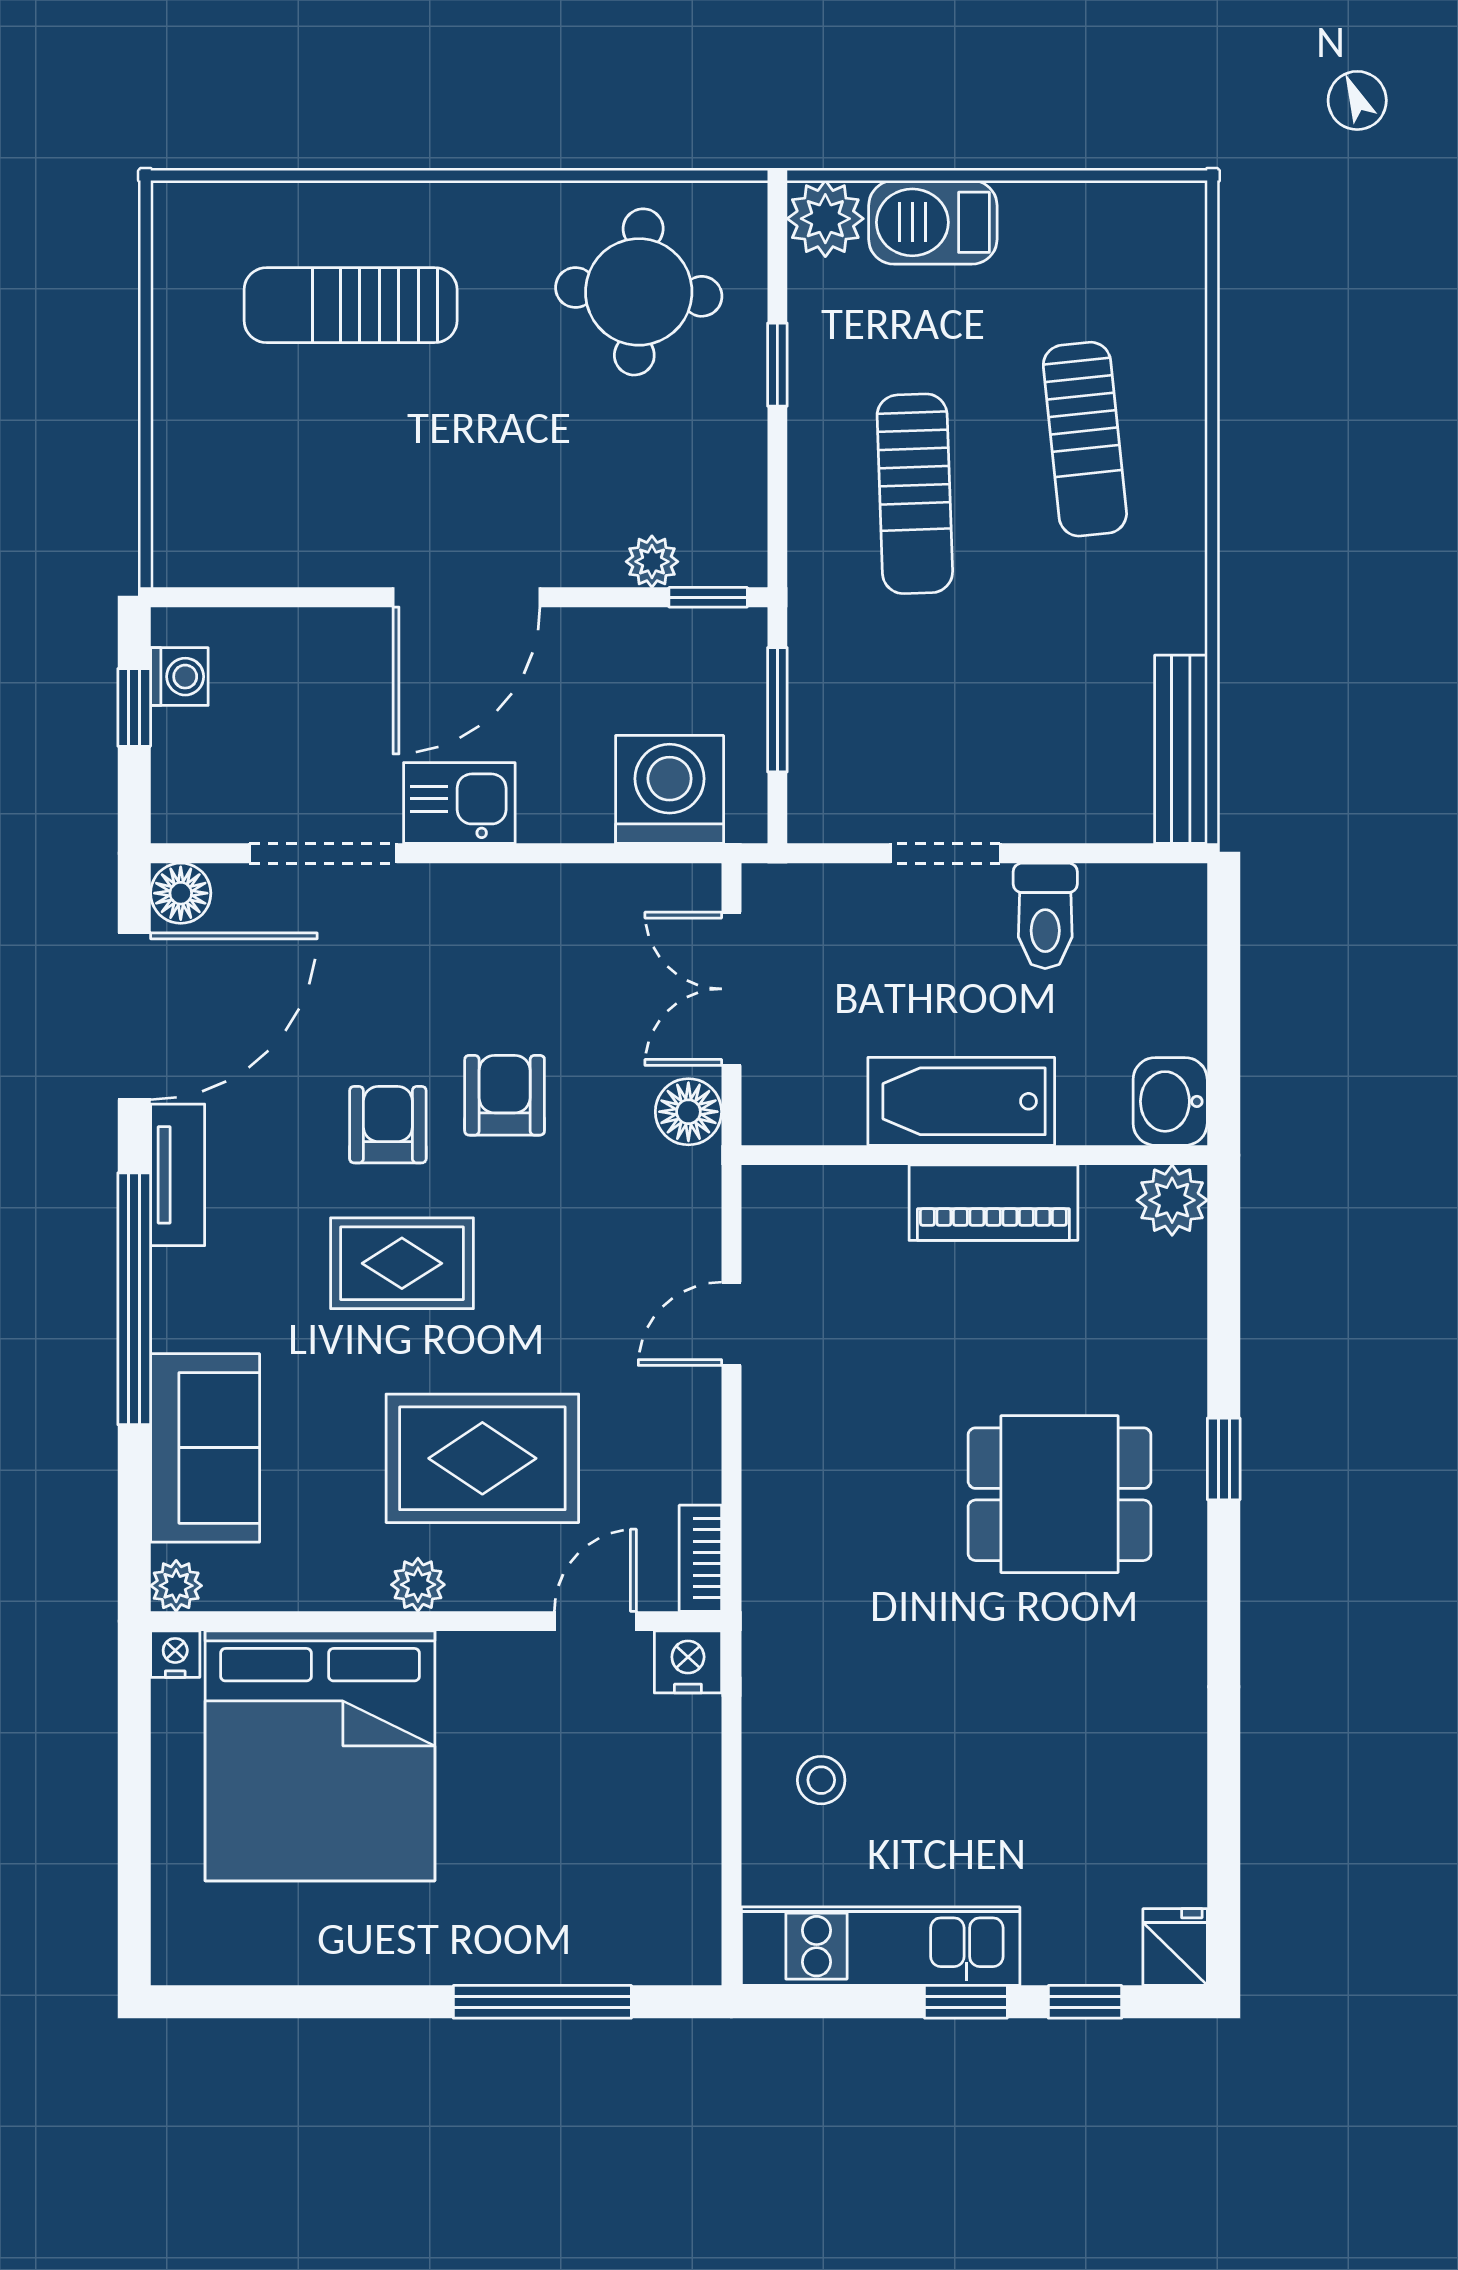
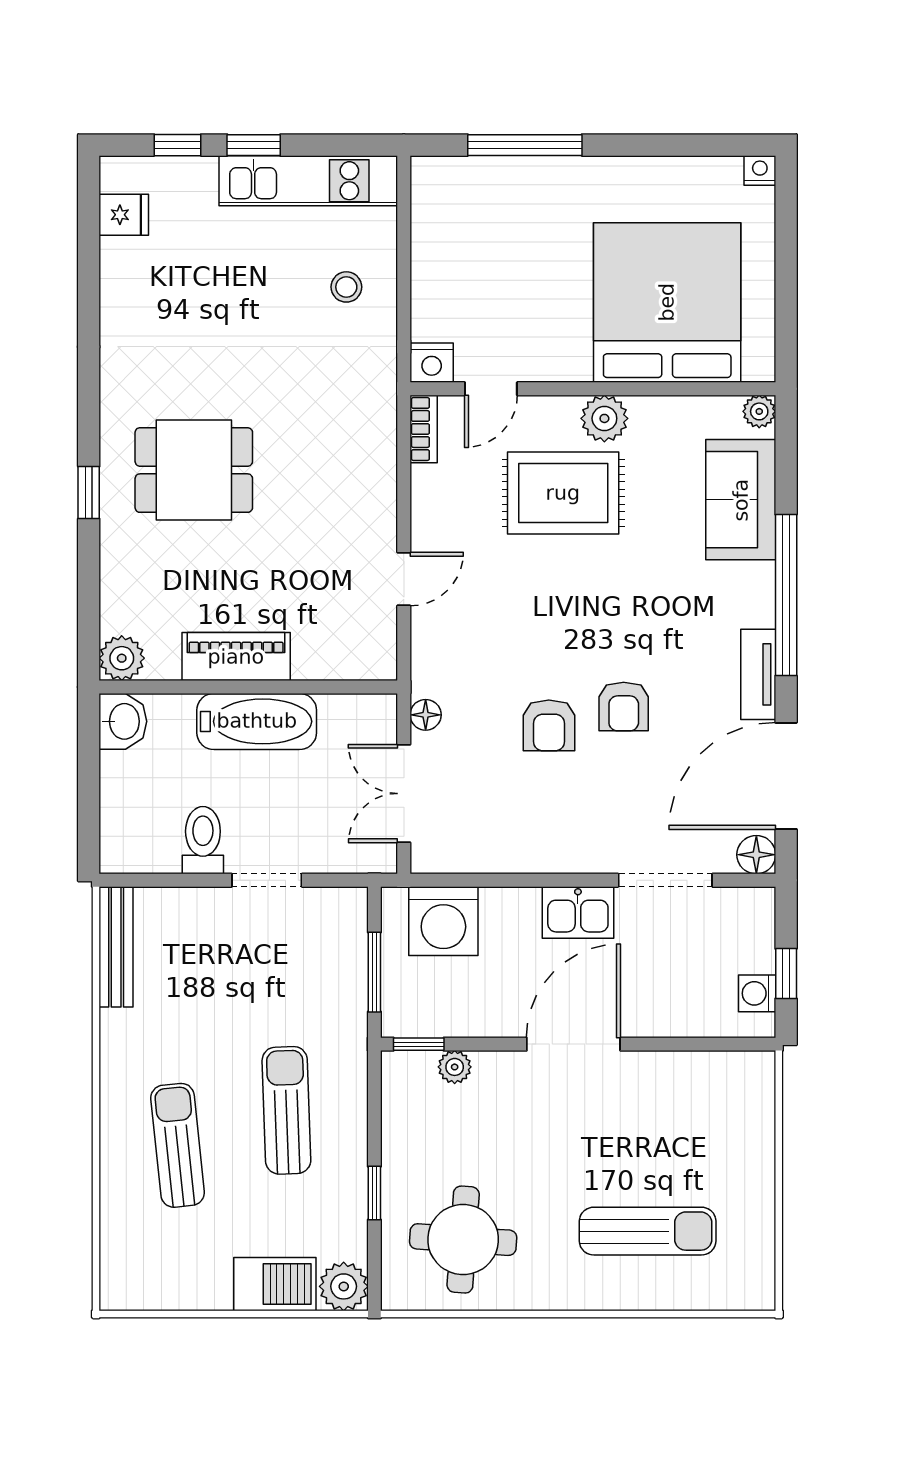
double door: (731, 989) -> (404, 794), swing flipped
floor lamp: (688, 1112) -> (426, 715), width x0.73, depth x0.73
rug: (402, 1263) -> (615, 618), removed
plant: (418, 1585) -> (604, 418), width x1.38, depth x1.38
nightstand: (175, 1654) -> (760, 170), moved, turned 180
fridge: (1175, 1947) -> (124, 215), moved, turned -90

